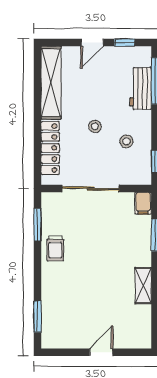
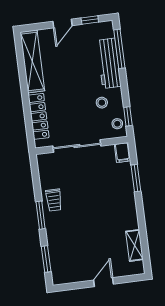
workbench: (141, 88) -> (109, 63), width x1.38
stool: (95, 126) -> (117, 124), moved
window: (38, 225) -> (41, 215), moved
shelving: (143, 286) -> (134, 245), moved

